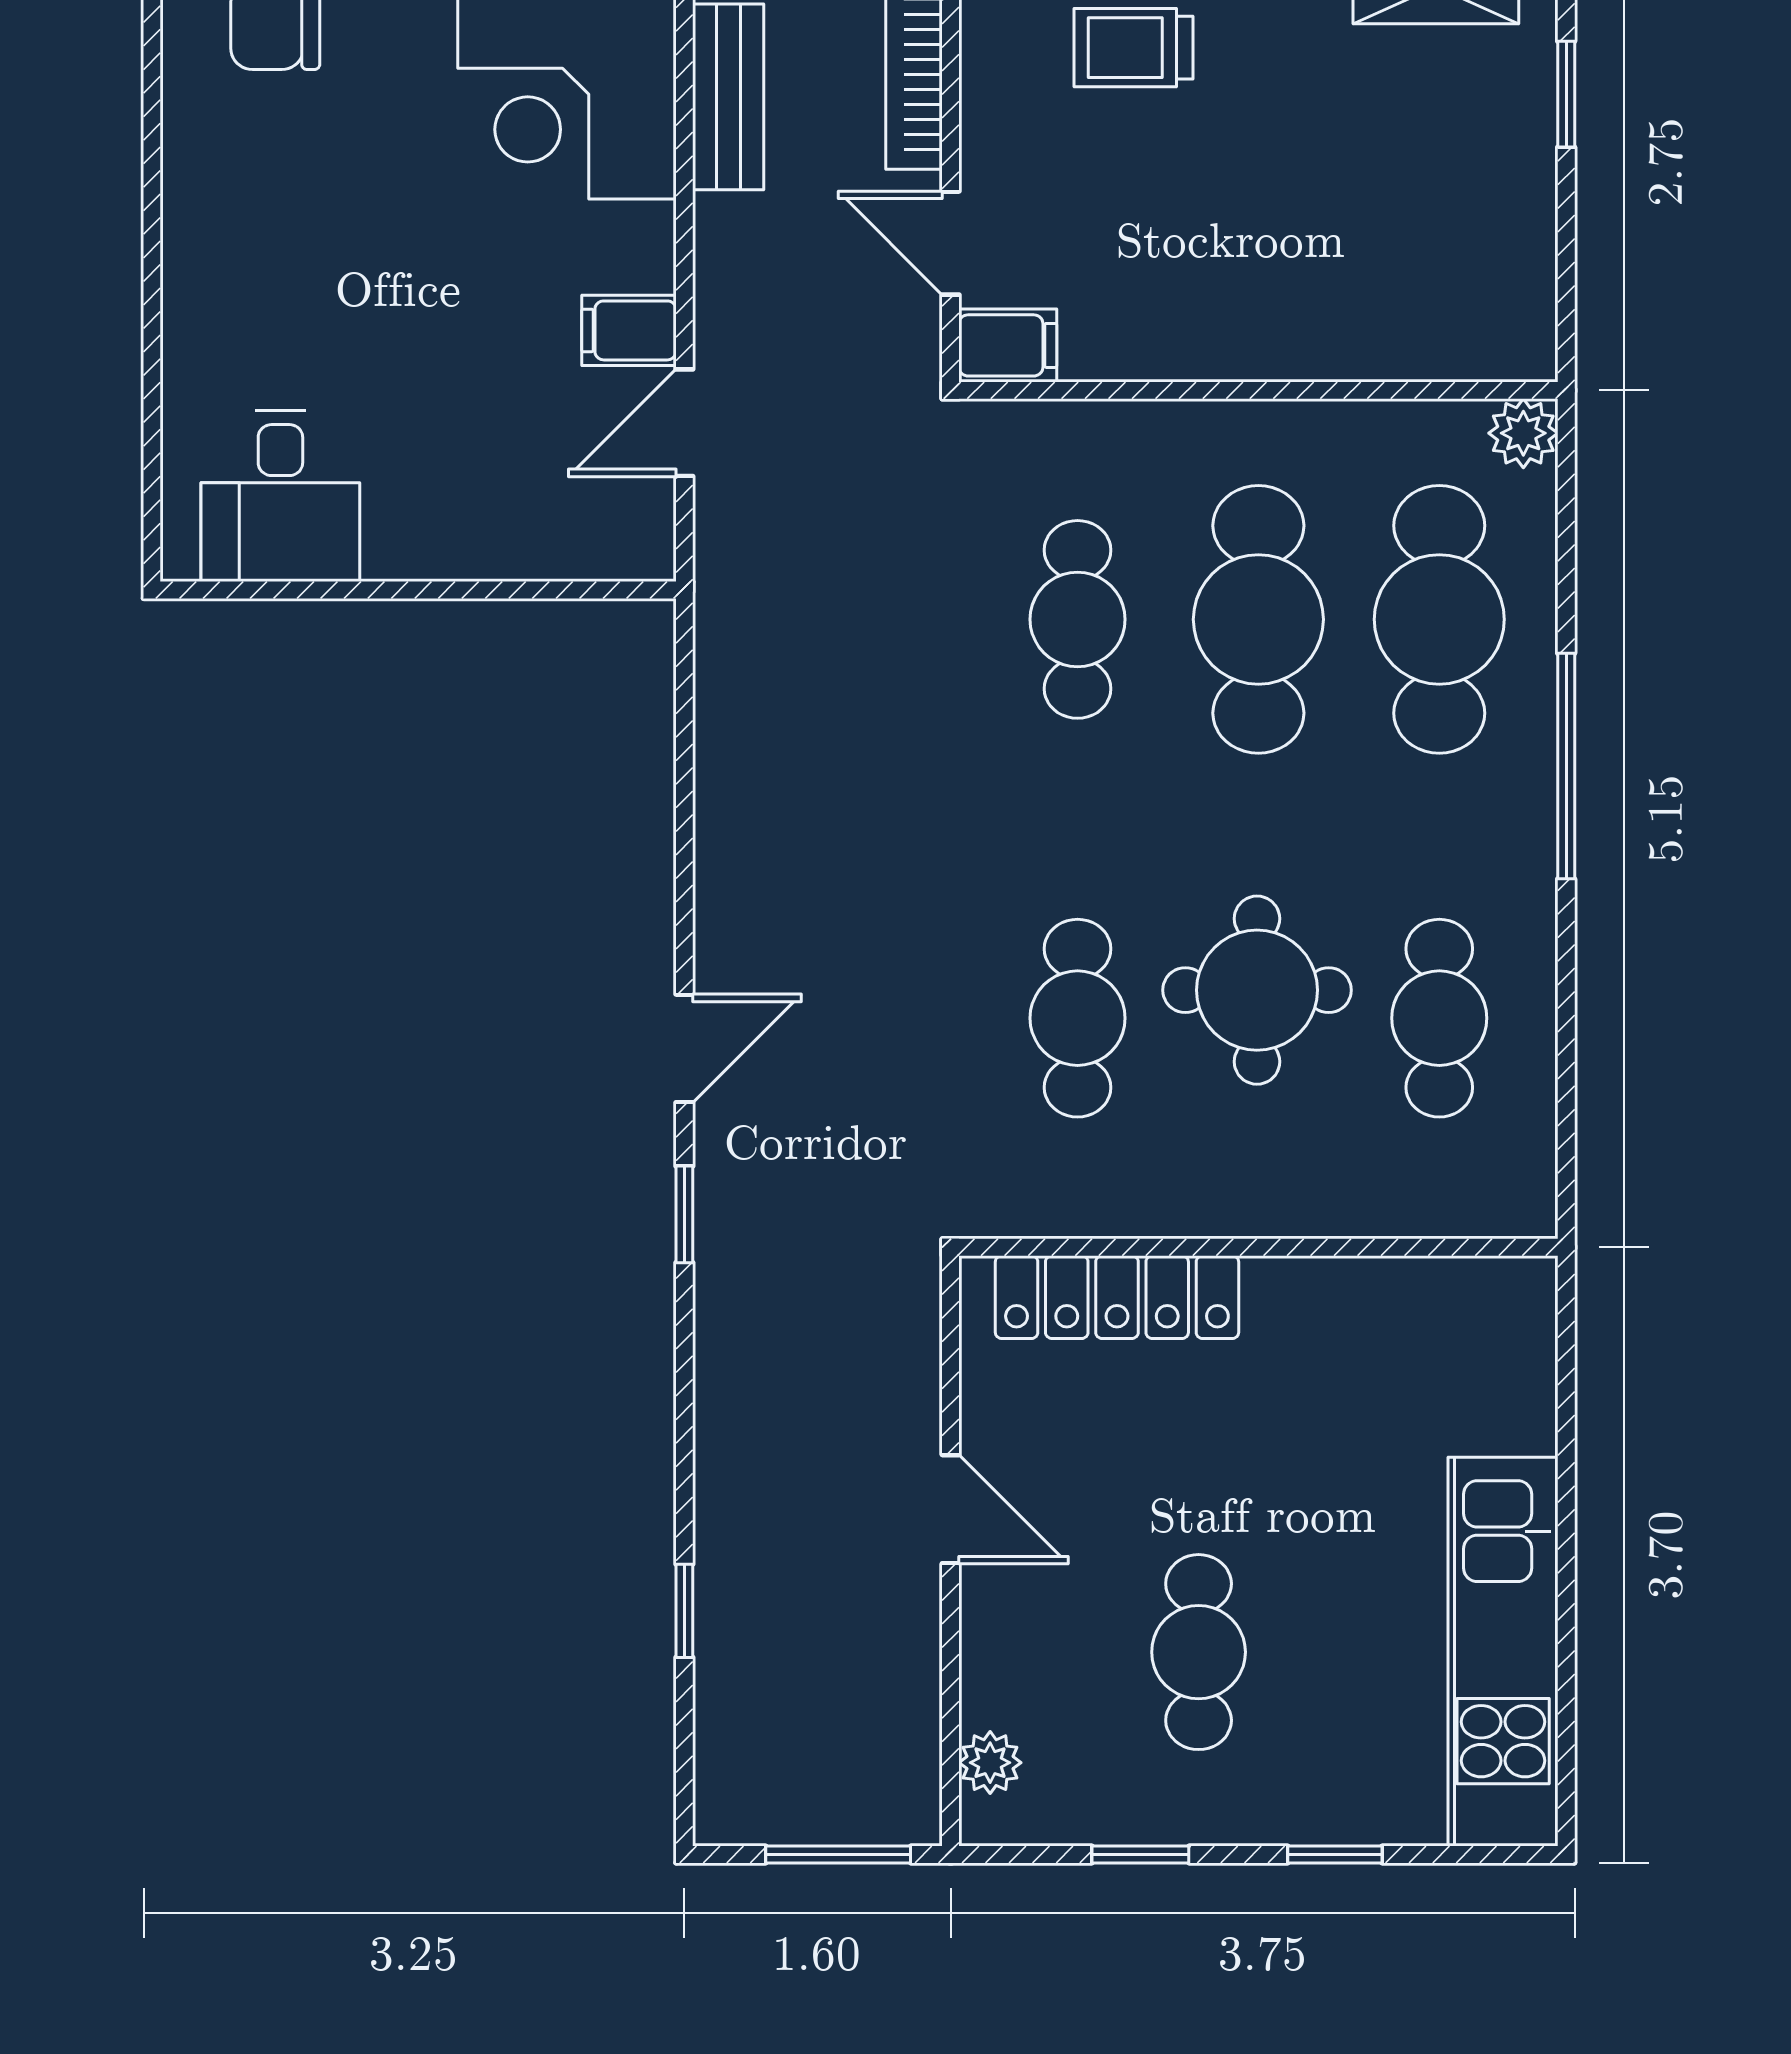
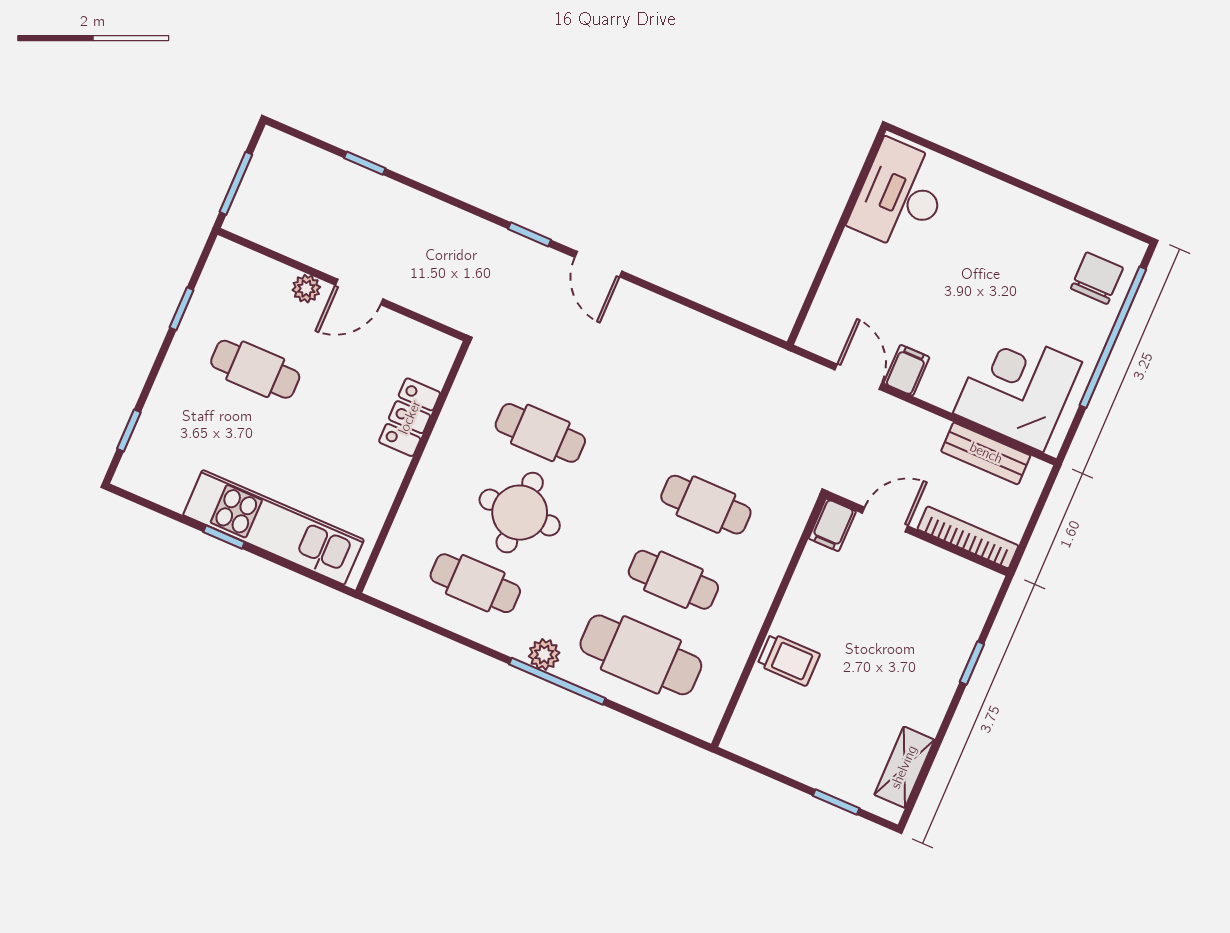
trolley: (1134, 48) -> (789, 660), moved, turned 90
plant: (1523, 433) -> (544, 654), moved
desk: (280, 496) -> (900, 196), width x1.37
cafe table: (1258, 619) -> (673, 580), width x0.73, depth x0.74
locker: (1117, 1297) -> (410, 417), width x0.66
window: (1566, 1568) -> (224, 537), added
kitchen unit: (1503, 1652) -> (273, 527), moved
plant: (990, 1763) -> (306, 289), moved
window: (1335, 1855) -> (129, 431), moved

